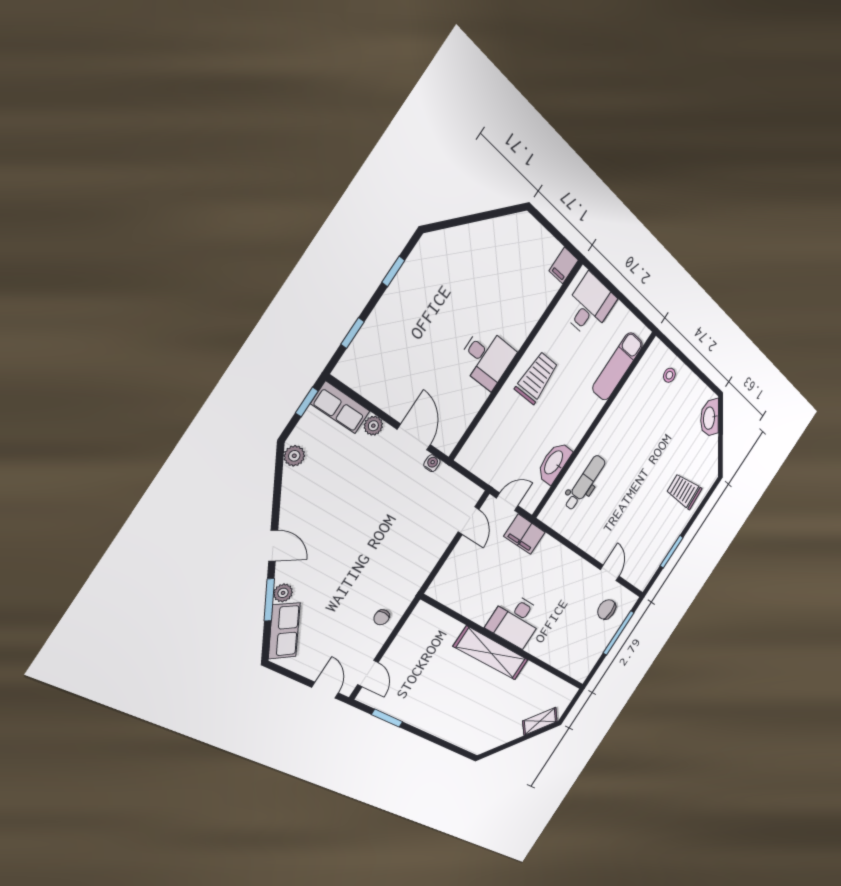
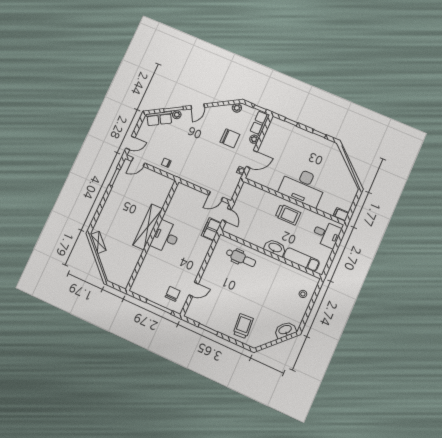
desk: (487, 358) -> (303, 186), width x1.87, depth x1.30
washbasin: (554, 463) -> (275, 248), moved
chair: (360, 480) -> (230, 138), added
shelving: (540, 721) -> (98, 242), moved

